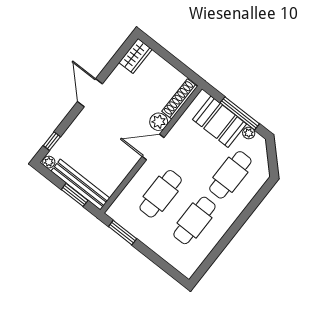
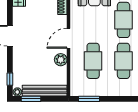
plant: (159, 122) -> (61, 60), moved
window: (75, 195) -> (31, 99), moved

